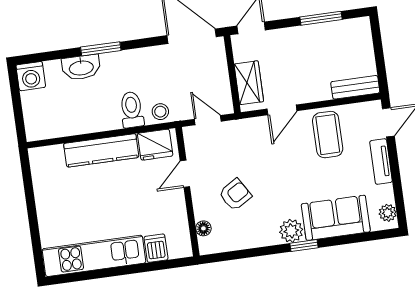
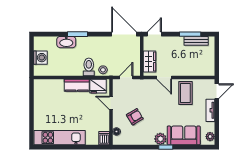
washing machine: (31, 76) -> (40, 58), moved, turned -90
bench: (355, 87) -> (196, 41), moved
door: (282, 110) -> (164, 77), hinge flipped
door: (208, 120) -> (126, 77), hinge flipped
kitchen counter: (101, 150) -> (77, 85), width x0.67
door: (185, 174) -> (111, 103), hinge flipped
dishwasher: (156, 248) -> (104, 138), moved

